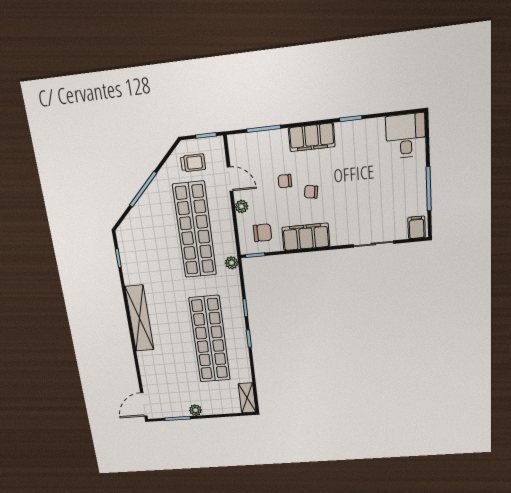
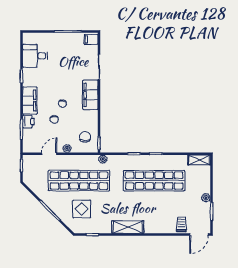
desk: (406, 136) -> (35, 56), moved
printer: (277, 139) -> (28, 122), added
trolley: (193, 163) -> (181, 224), moved
filing cabinet: (306, 237) -> (90, 95), moved
display table: (153, 238) -> (82, 209), added
shelving: (139, 318) -> (128, 227), width x0.68
door: (144, 404) -> (199, 235), hinge flipped

